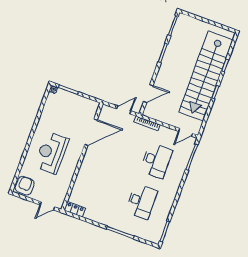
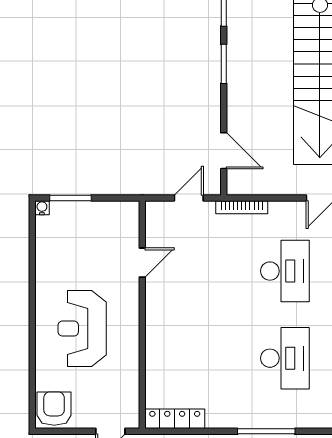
door: (148, 94) -> (224, 151), hinge flipped
door: (91, 132) -> (142, 263), width x0.53
locker: (75, 209) -> (175, 419), width x1.53

